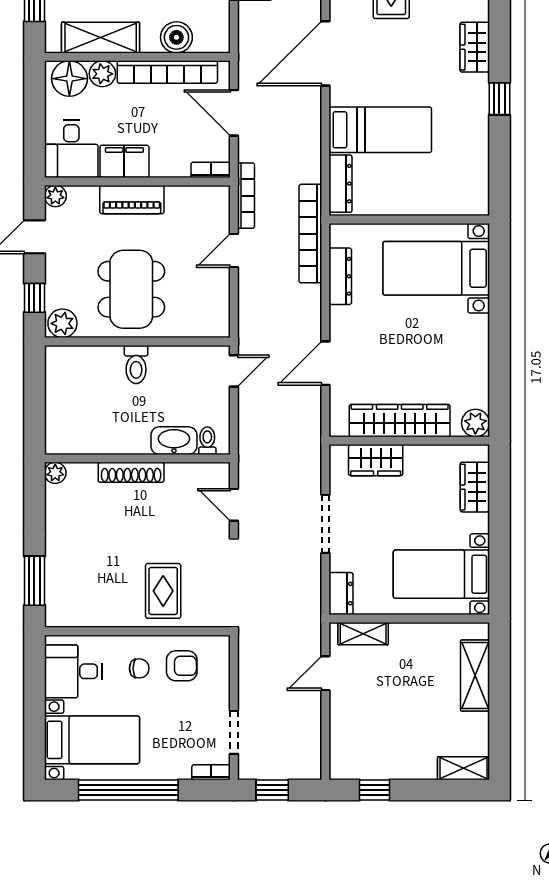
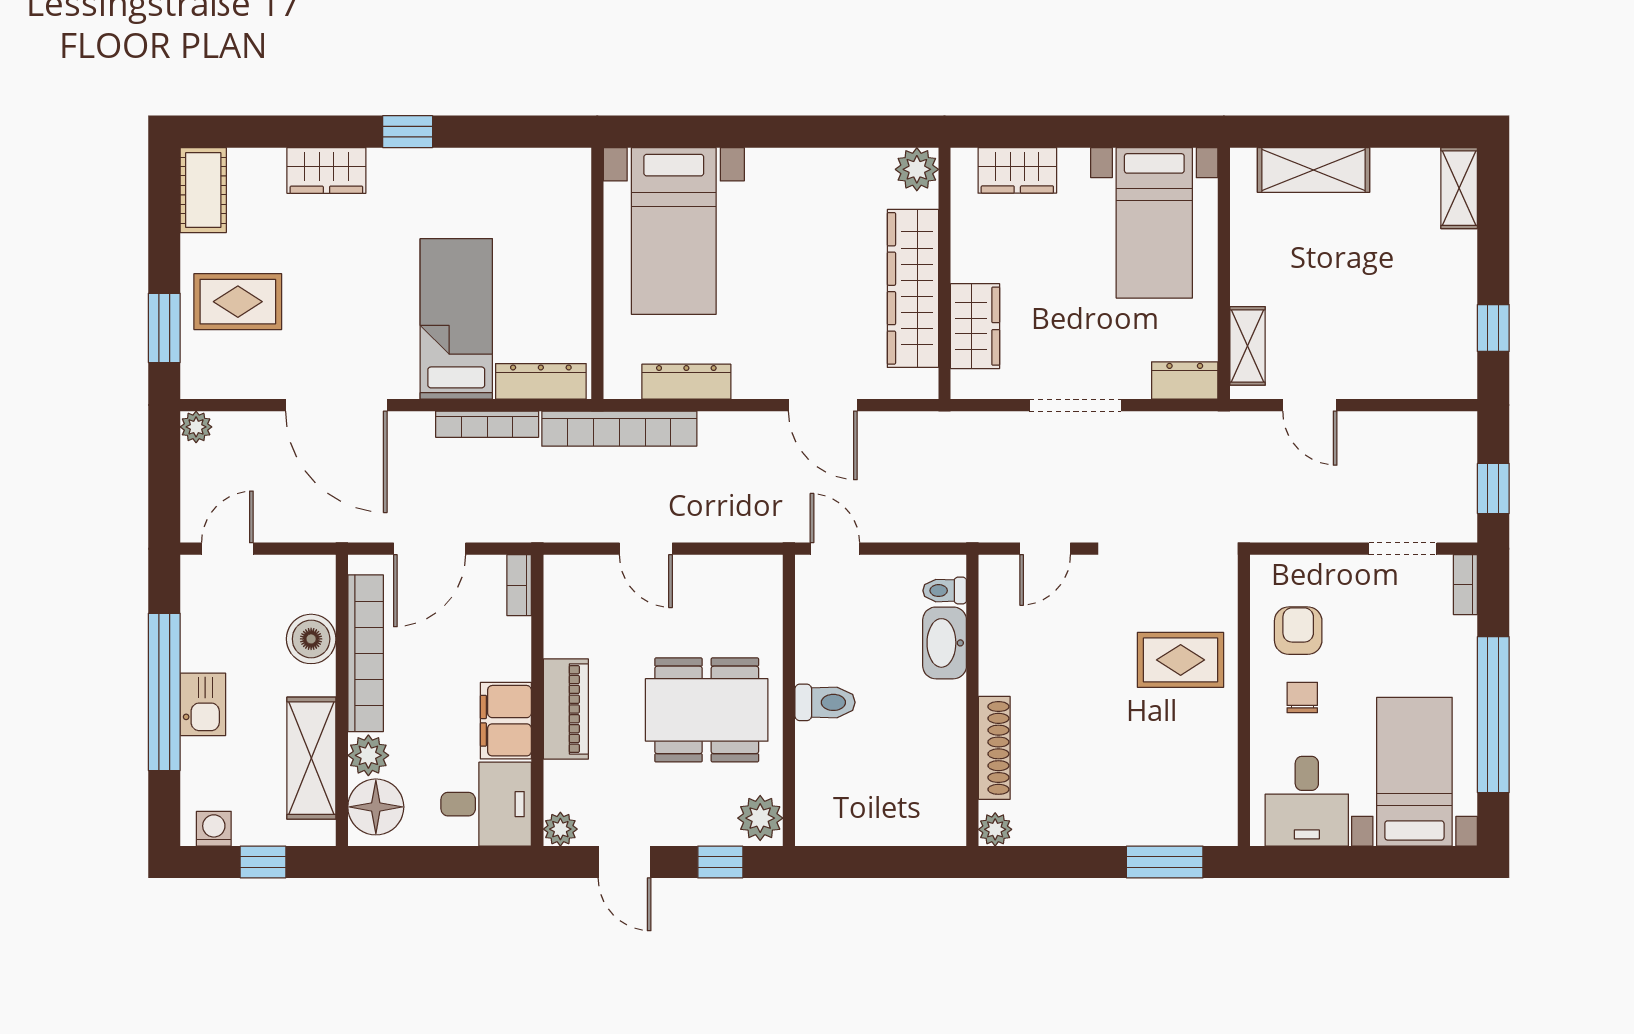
bookcase: (246, 196) -> (487, 424), moved, turned 180
shoe rack: (131, 472) -> (994, 748), moved

